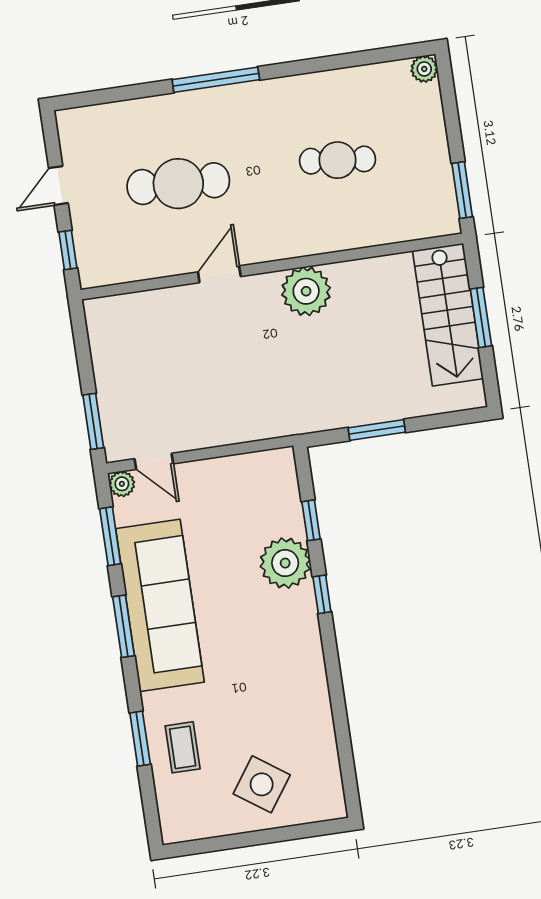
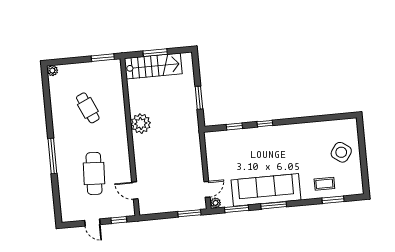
cafe table: (338, 160) -> (88, 108), turned -30
door: (219, 274) -> (135, 191), moved
plant: (285, 563) -> (251, 138), removed
window: (140, 739) -> (333, 200), moved

